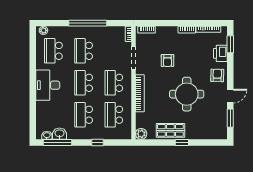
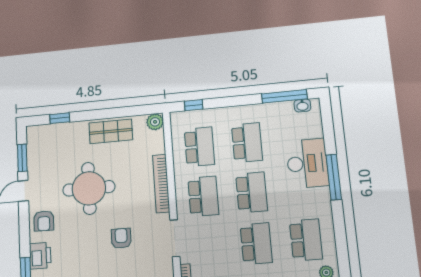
desk: (48, 85) -> (307, 163), moved
window: (33, 88) -> (334, 177), added
washbasin: (59, 134) -> (283, 110), removed
window: (98, 142) -> (194, 105), moved
window: (182, 142) -> (60, 118), moved

